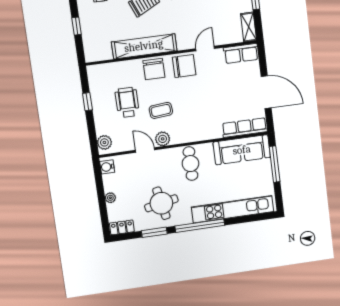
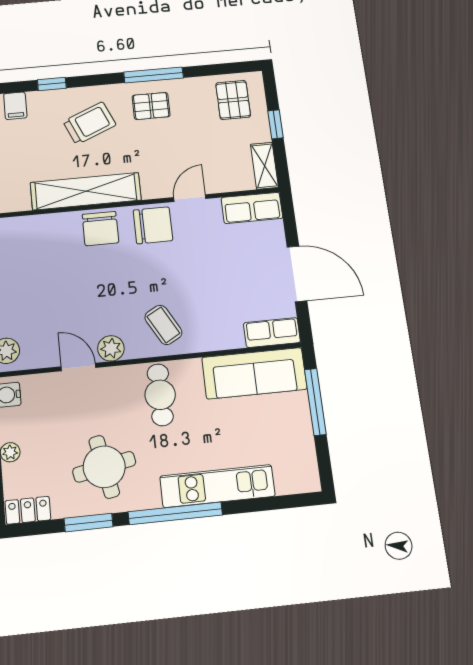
wheelchair: (127, 102) -> (51, 283), removed
coffee table: (161, 110) -> (163, 325), moved, turned 66
row of seats: (245, 128) -> (272, 333), width x0.68
kitchen unit: (233, 209) -> (217, 486), width x0.73

